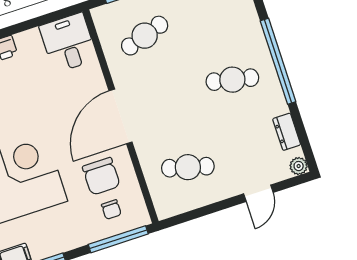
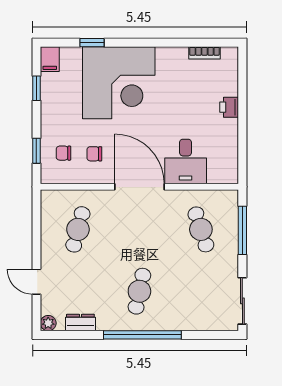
desk: (68, 43) -> (186, 161), moved, turned 90
chair: (101, 176) -> (94, 154), width x0.54, depth x0.54
window: (118, 239) -> (36, 151), width x0.46

